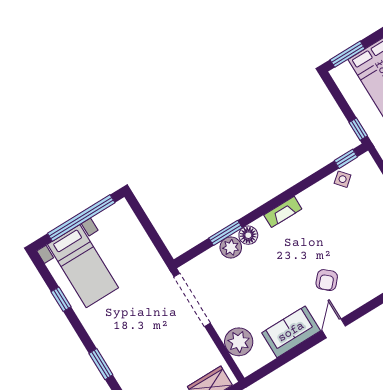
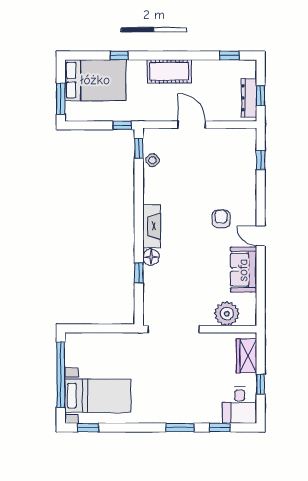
fireplace: (283, 212) -> (152, 226), width x1.37, depth x1.32
window: (226, 233) -> (139, 273), width x0.67
plant: (231, 247) -> (152, 276), removed
armchair: (327, 280) -> (221, 219), turned -132
window: (61, 299) -> (88, 428), moved

